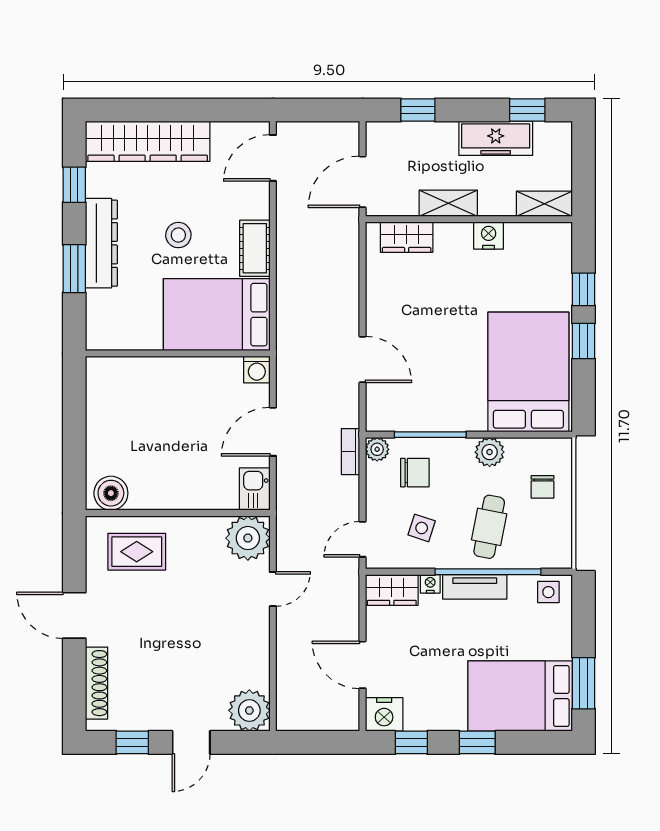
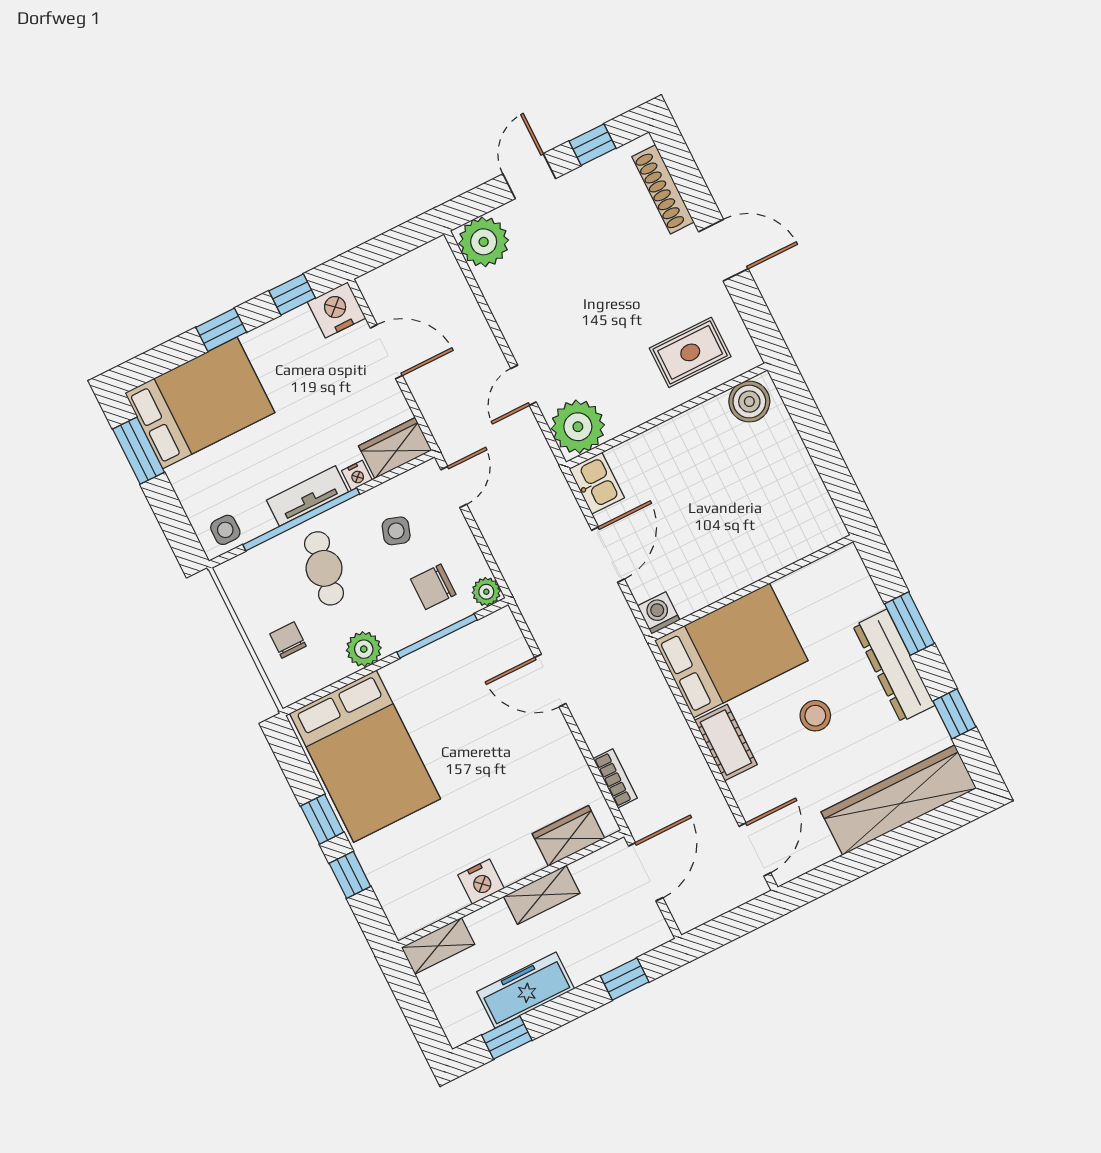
bookcase: (350, 452) -> (615, 778), moved

